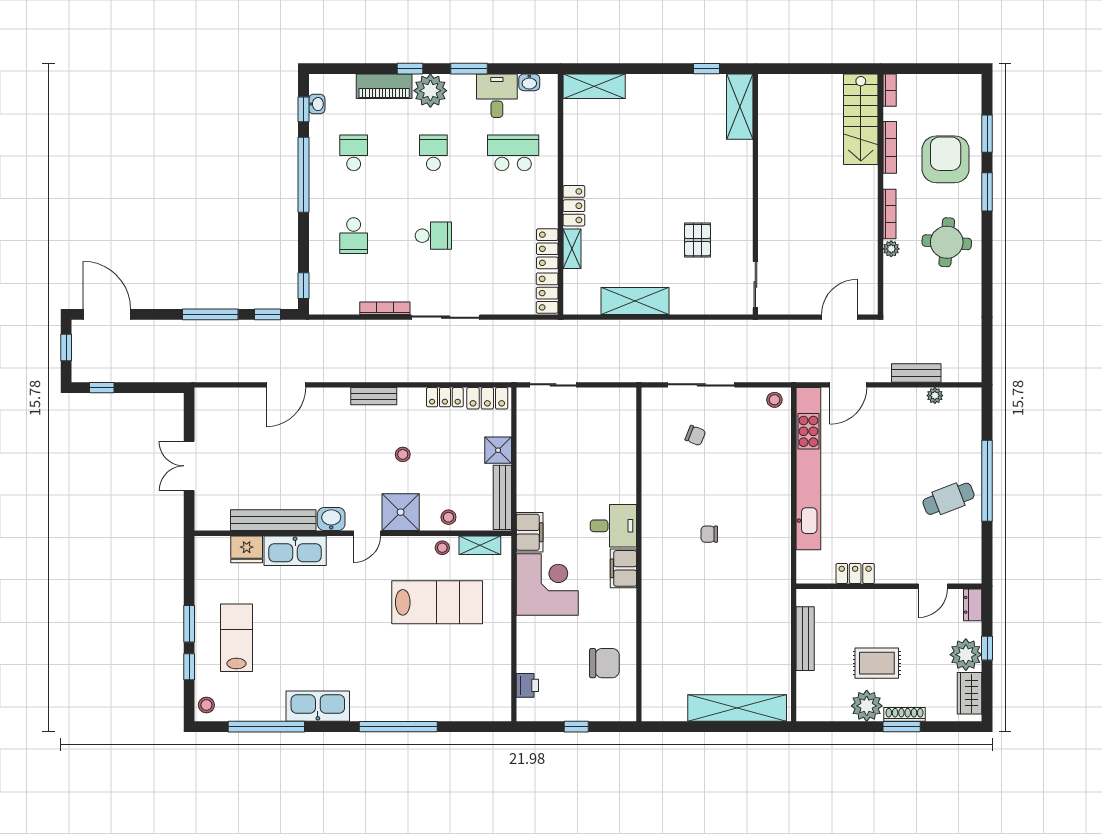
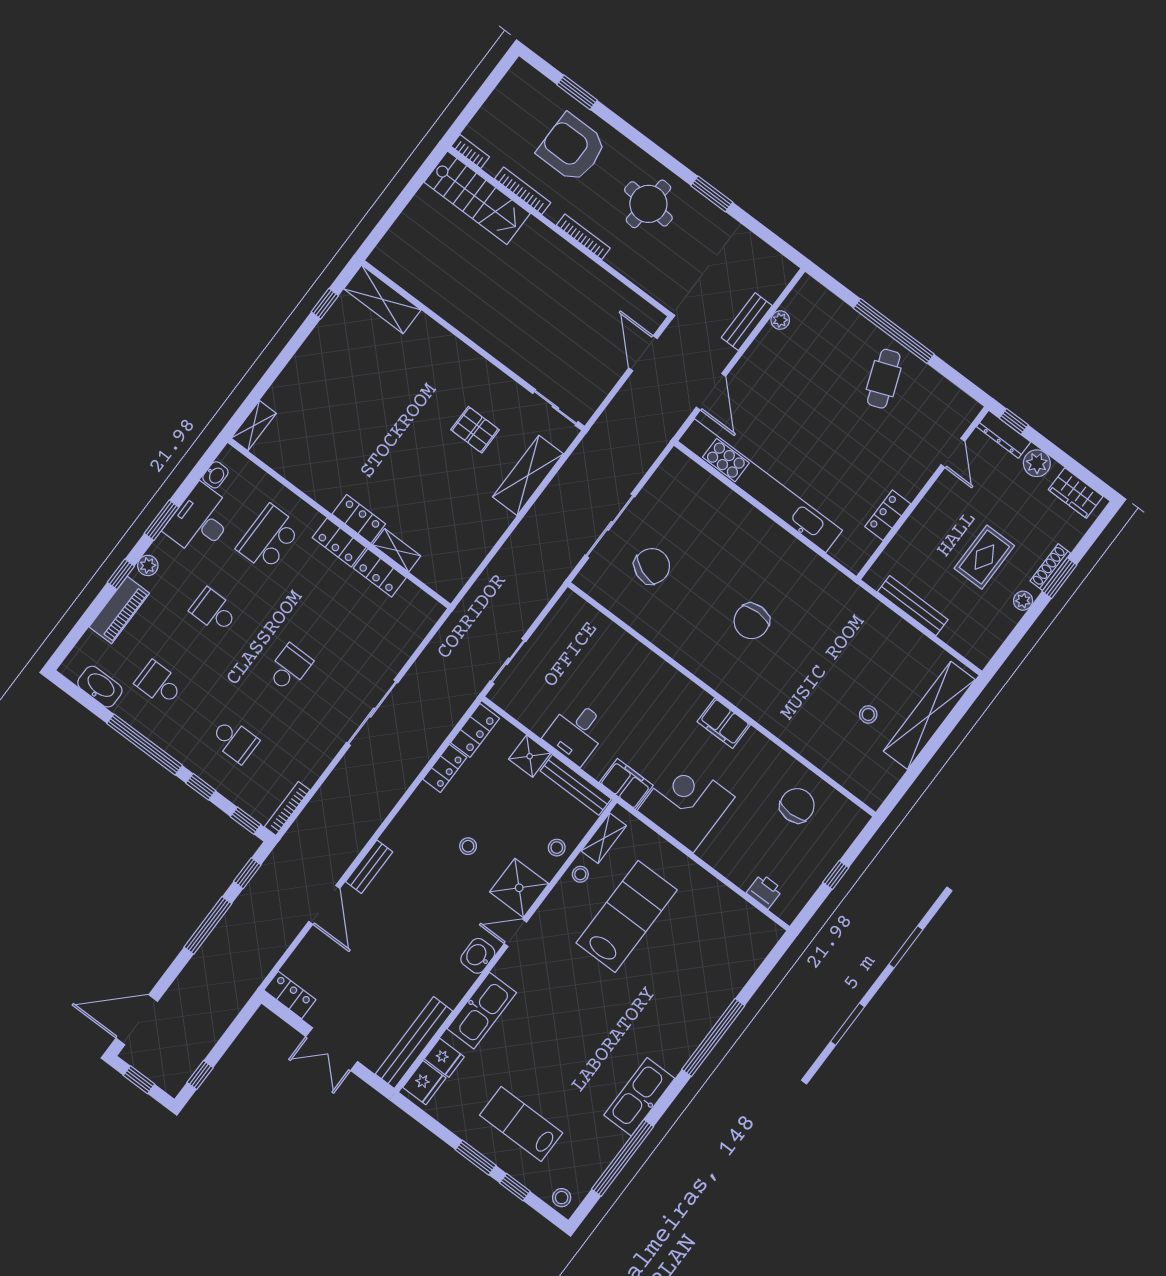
shelving: (594, 86) -> (254, 426), width x0.67, depth x0.75
plant: (430, 91) -> (148, 565), width x0.53, depth x0.53
desk: (497, 96) -> (200, 521), width x1.37
washbasin: (317, 104) -> (100, 687), width x1.91, depth x1.45
window: (304, 109) -> (201, 787), moved
window: (987, 192) -> (712, 194), moved
plant: (891, 249) -> (616, 259), removed
locker: (547, 293) -> (339, 543), moved
shelving: (635, 301) -> (528, 475), moved
bookcase: (385, 308) -> (287, 809), moved
bench: (374, 396) -> (369, 867), moved
stool: (774, 400) -> (868, 714), moved
locker: (205, 408) -> (290, 995), added
chair: (695, 435) -> (652, 566), width x1.87, depth x1.87
bench: (273, 520) -> (414, 1043), moved
desk: (613, 526) -> (576, 732), moved, turned 180
door: (367, 533) -> (515, 933), swing flipped
chair: (709, 534) -> (752, 621), width x1.87, depth x1.87
fridge: (214, 548) -> (424, 1083), added
fridge: (247, 549) -> (444, 1058), width x0.72
dresser: (973, 605) -> (1004, 434), width x1.44
window: (987, 648) -> (1014, 422), moved
plant: (966, 655) -> (1037, 463), width x0.73, depth x0.73
plant: (867, 706) -> (1023, 601), width x0.53, depth x0.53

